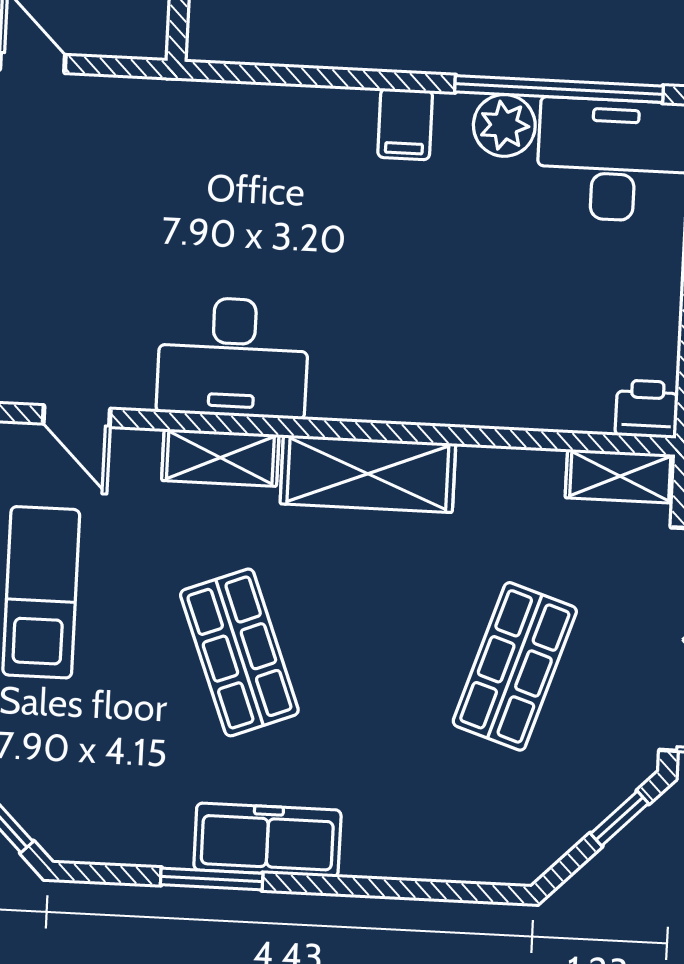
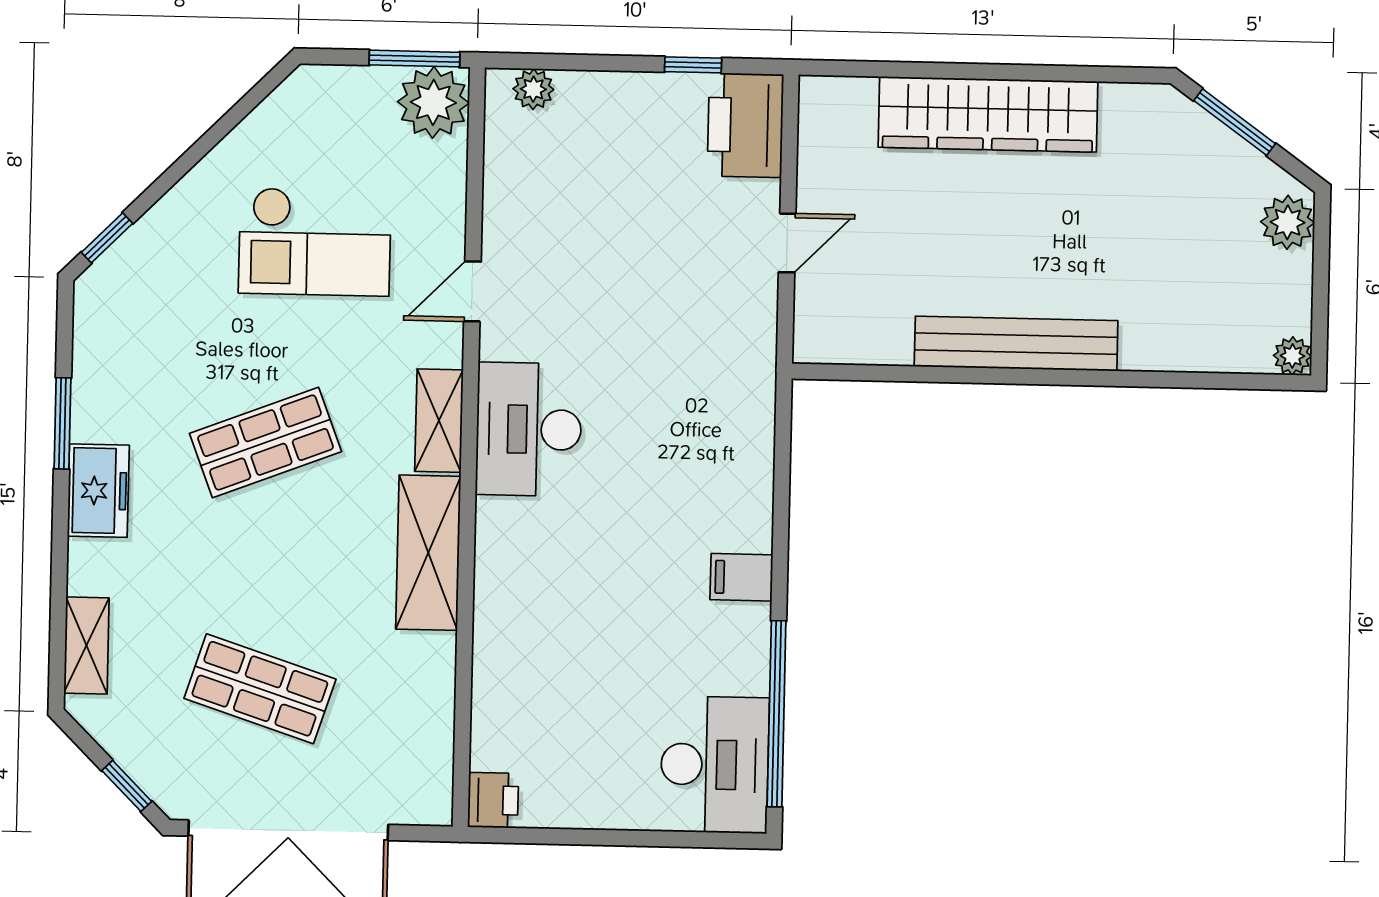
plant: (504, 125) -> (743, 666), removed
shelving: (620, 476) -> (86, 646), moved
freezer: (267, 840) -> (98, 491), width x0.71

